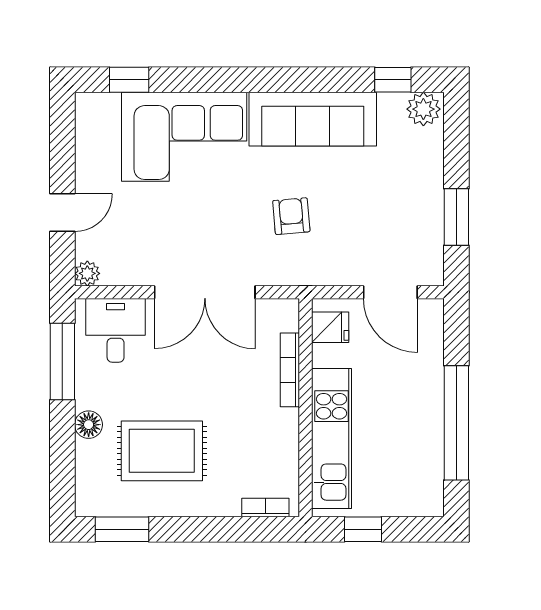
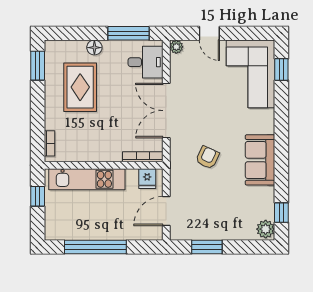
sofa: (313, 119) -> (260, 160), width x0.73
corner sofa: (184, 137) -> (250, 74), moved
armchair: (291, 216) -> (207, 157), turned -60
bookcase: (290, 370) -> (143, 157), moved

